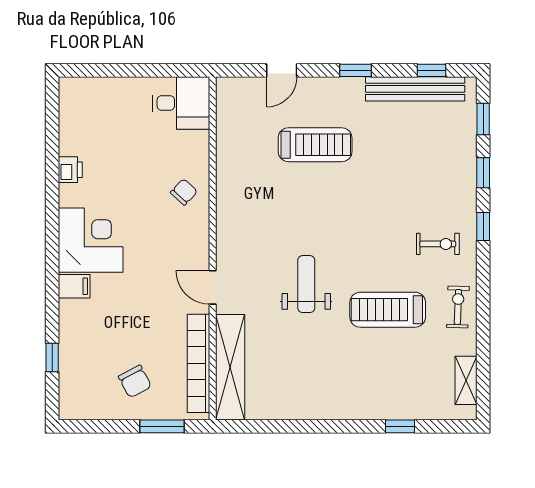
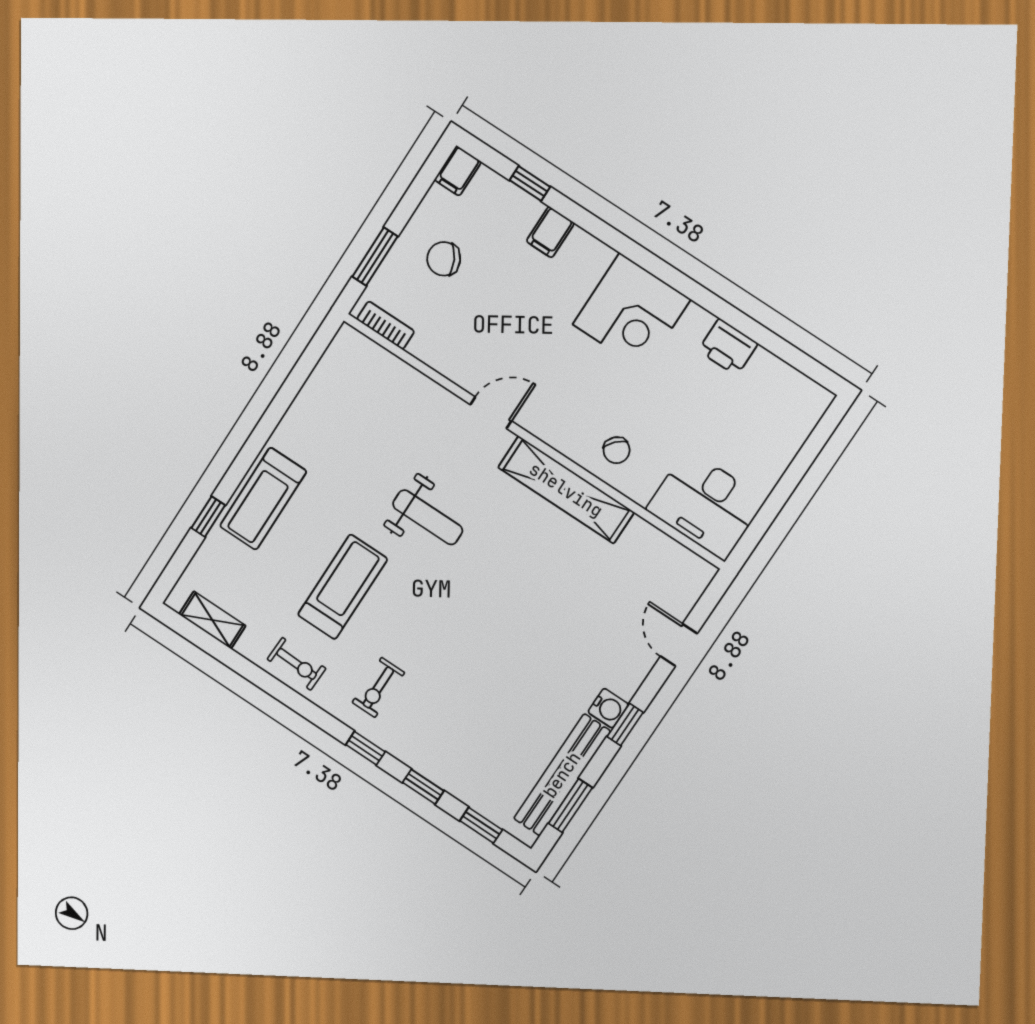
window: (432, 70) -> (570, 806), width x1.50
water cooler: (352, 88) -> (608, 708), added
desk: (181, 103) -> (706, 505), width x1.37
treadmill: (315, 145) -> (263, 499), moved
printer: (70, 170) -> (728, 347), width x1.36, depth x1.24
filing cabinet: (74, 286) -> (550, 232), moved
bookcase: (199, 363) -> (386, 325), width x0.43, depth x0.76
shelving: (230, 367) -> (566, 490), moved
filing cabinet: (74, 409) -> (458, 171), added

